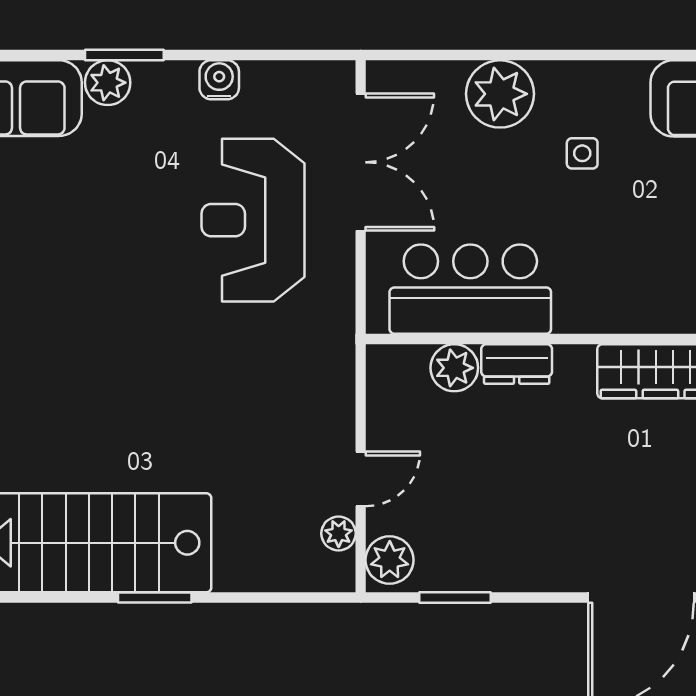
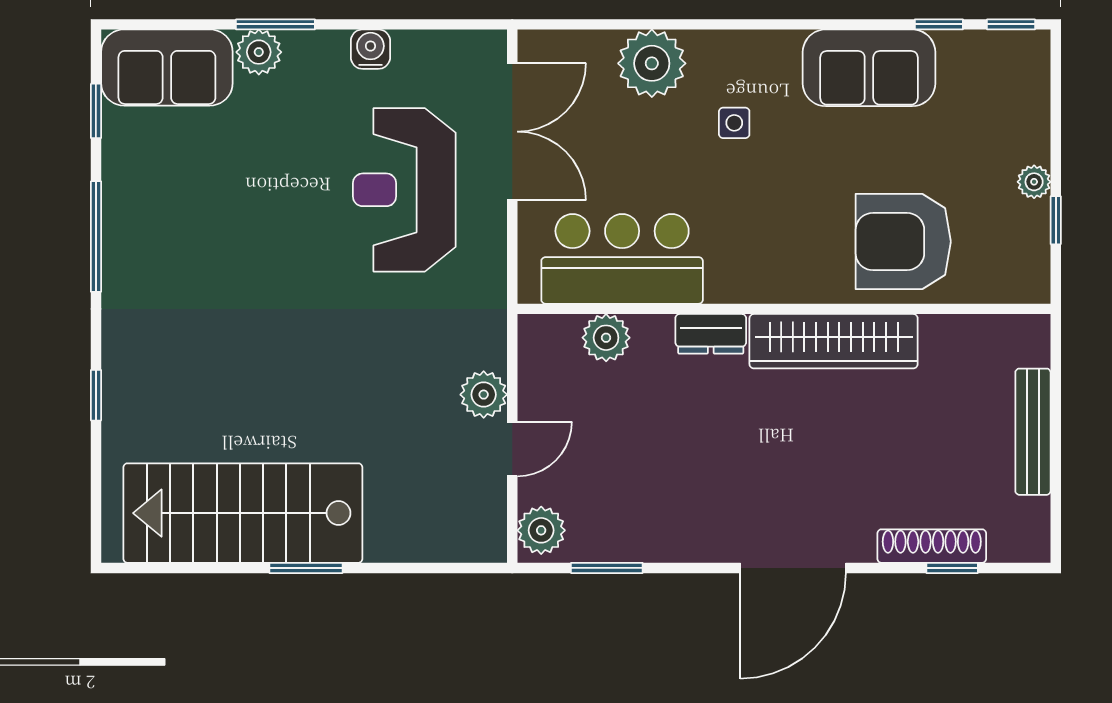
dresser: (517, 364) -> (711, 334), moved
plant: (339, 533) -> (484, 395), moved, width x1.38, depth x1.38

